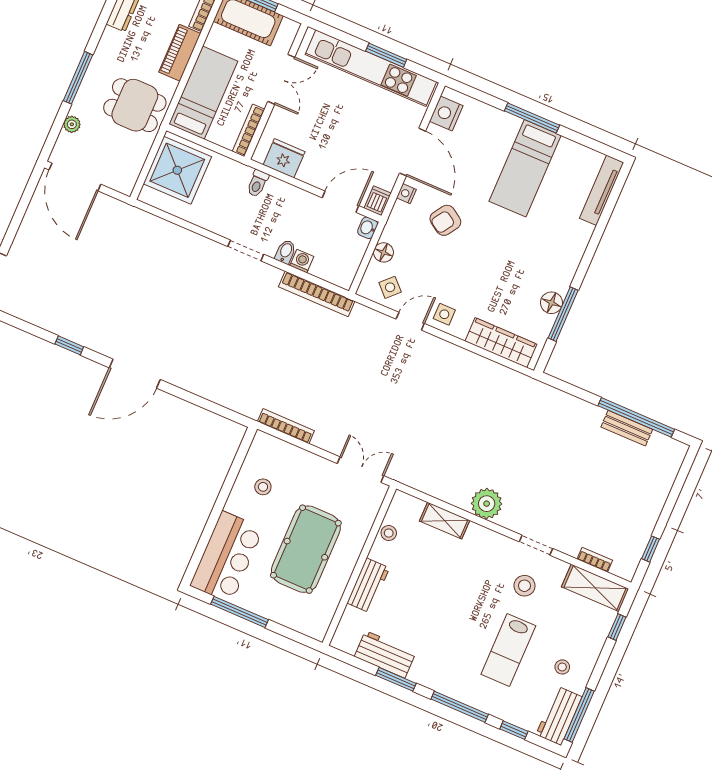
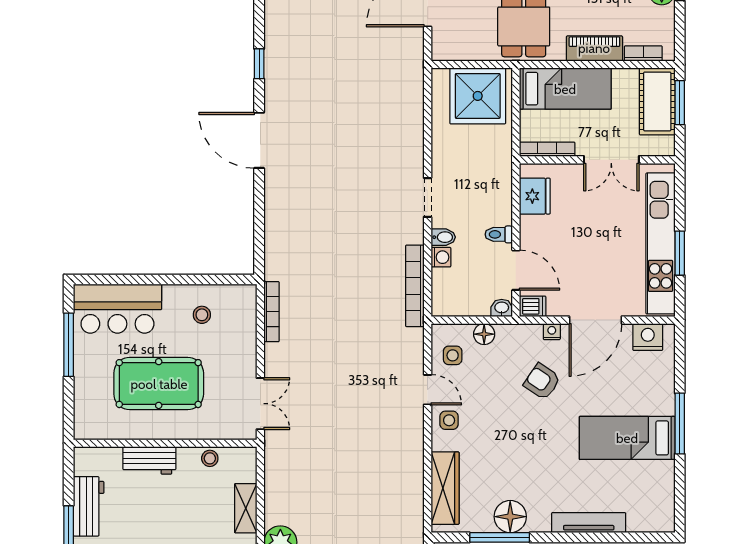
toilet: (258, 183) -> (499, 234), moved
tv unit: (602, 190) -> (589, 523), moved
side table: (390, 287) -> (453, 355), turned 45
floor lamp: (551, 303) -> (510, 517), width x1.38, depth x1.38

